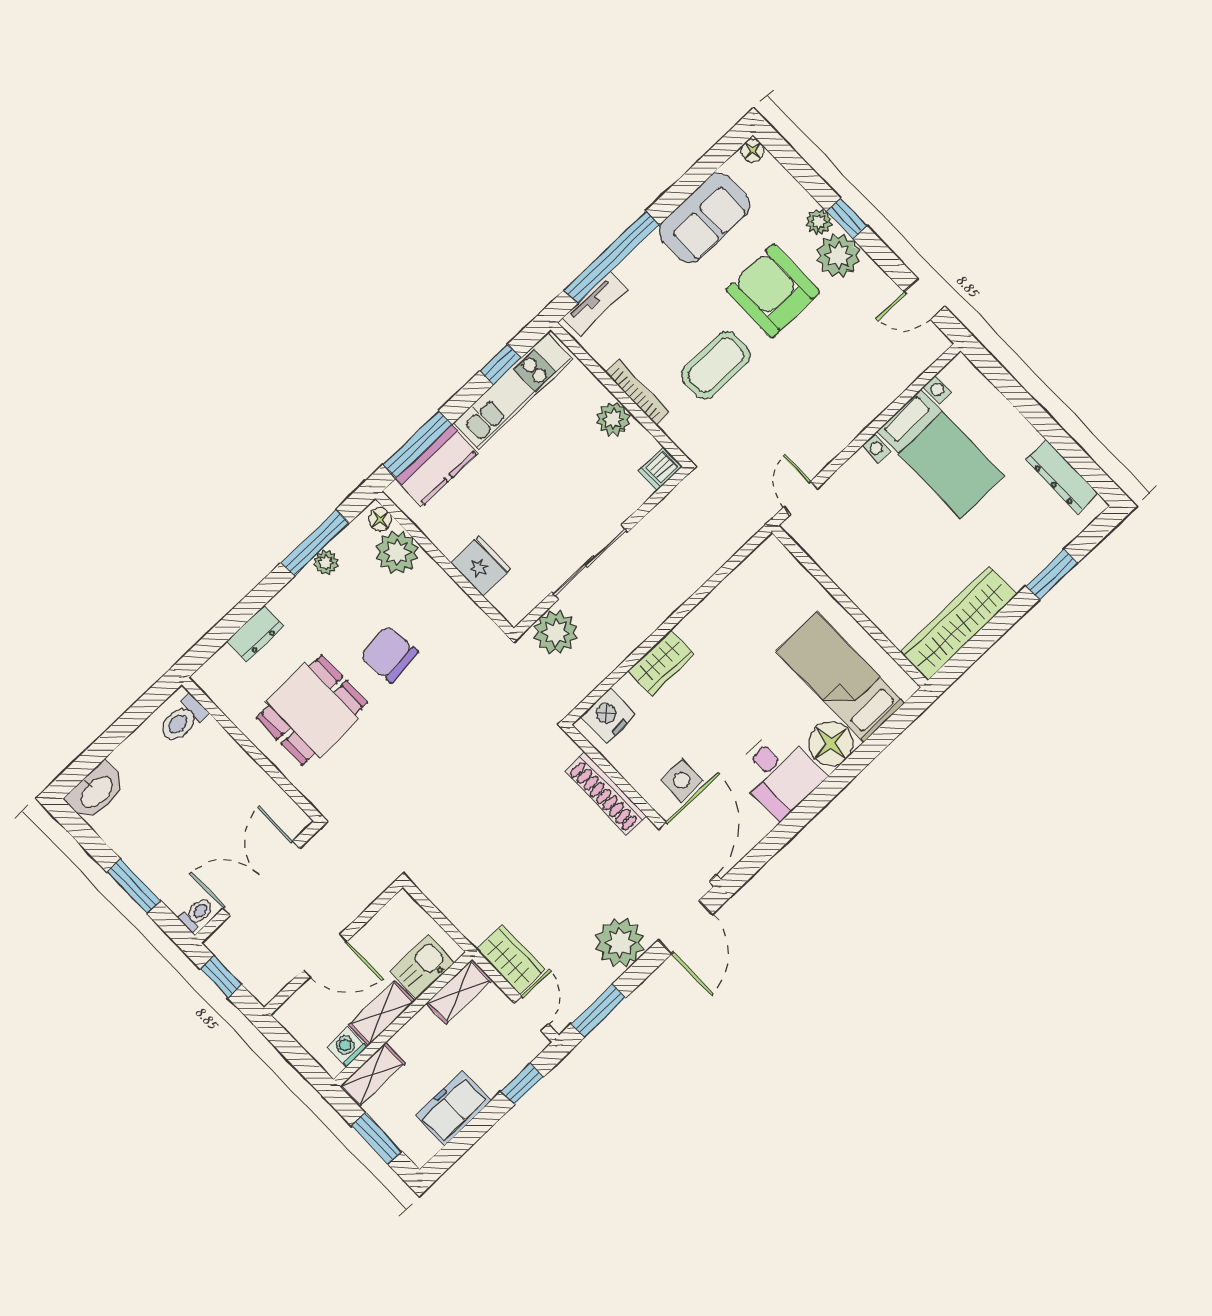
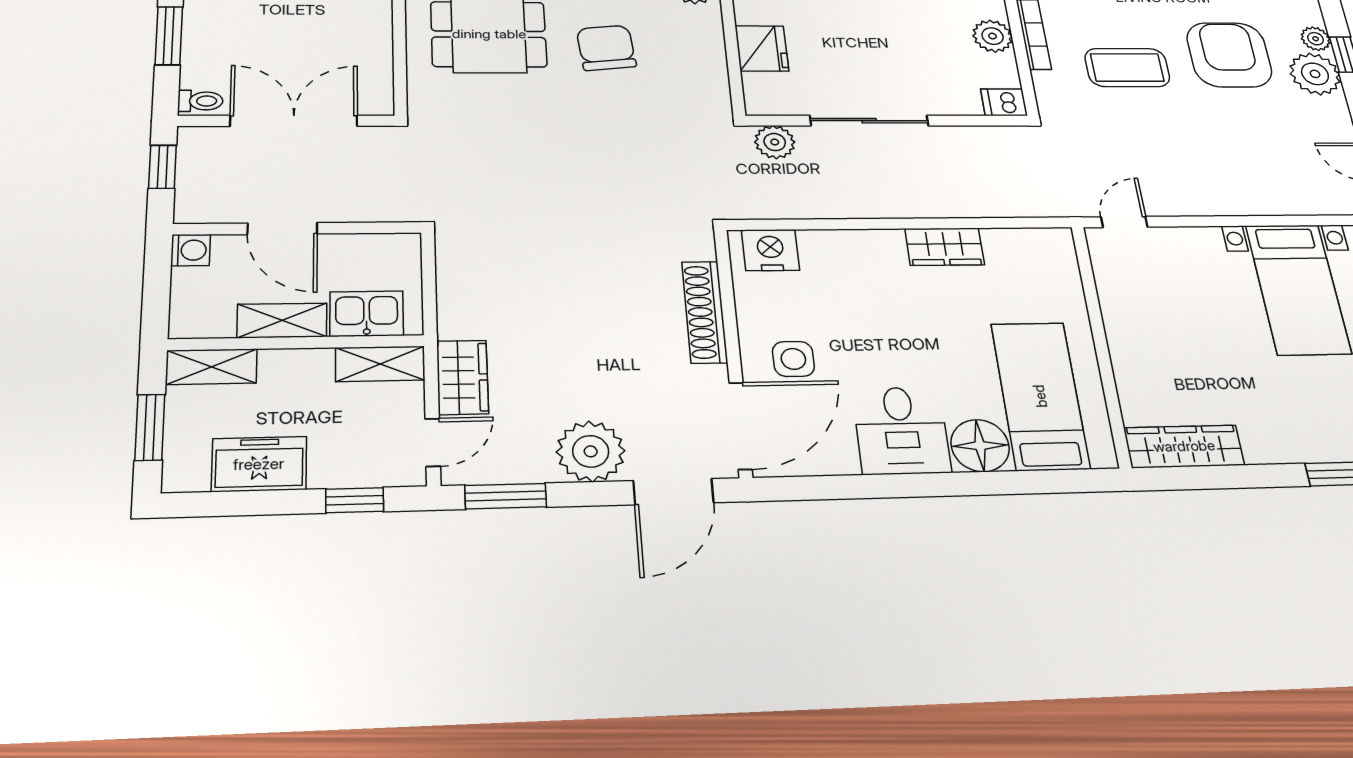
wardrobe: (959, 623) -> (1184, 446), width x0.71, depth x0.85
plant: (555, 632) -> (775, 142), width x0.73, depth x0.73
wardrobe: (661, 663) -> (945, 247), moved
washing machine: (347, 1047) -> (191, 250), moved, turned 90

